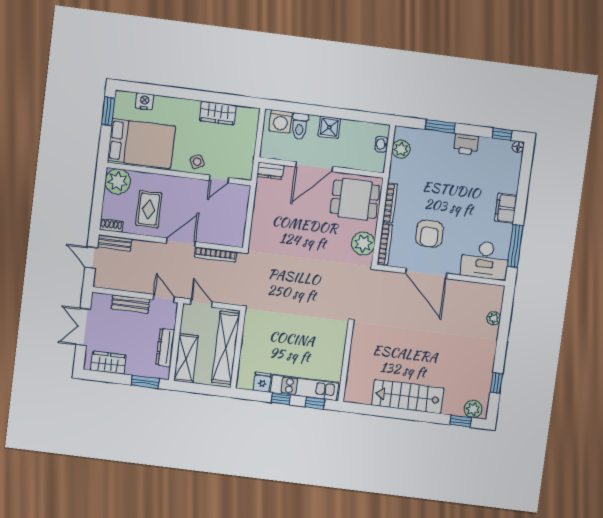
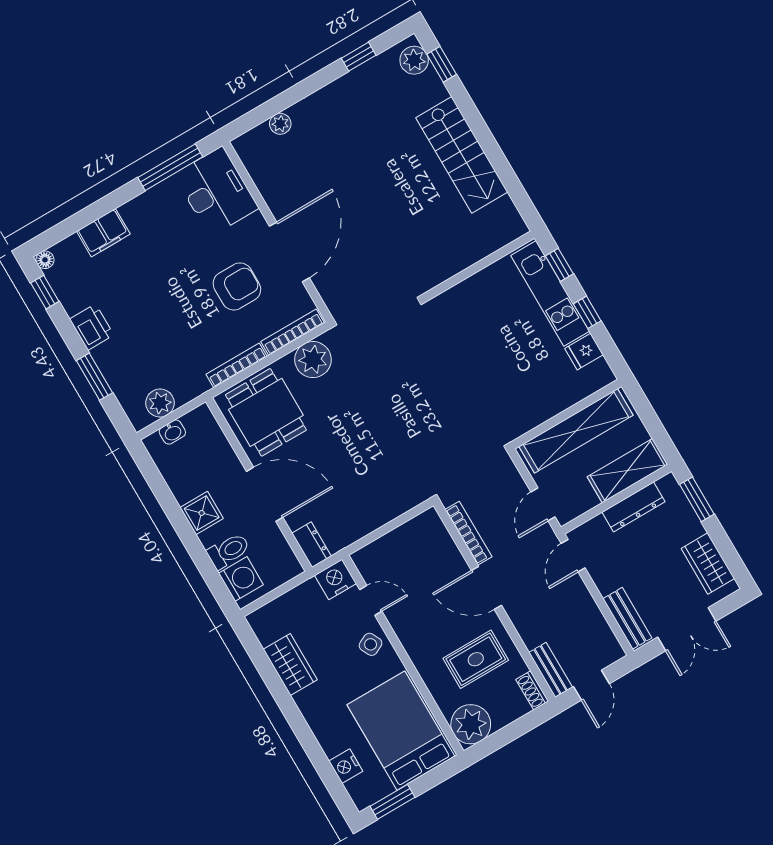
nightstand: (244, 169) -> (335, 579), added
filing cabinet: (506, 208) -> (103, 233), moved
bench: (130, 304) -> (627, 618), moved

